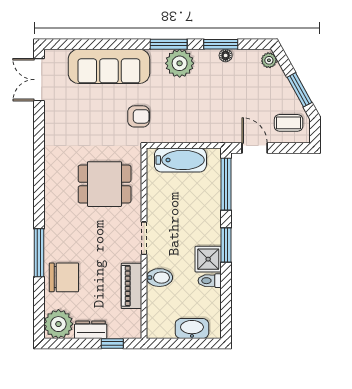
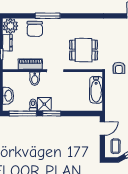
dining table: (105, 184) -> (84, 50), turned 90
window: (226, 184) -> (23, 113), moved

